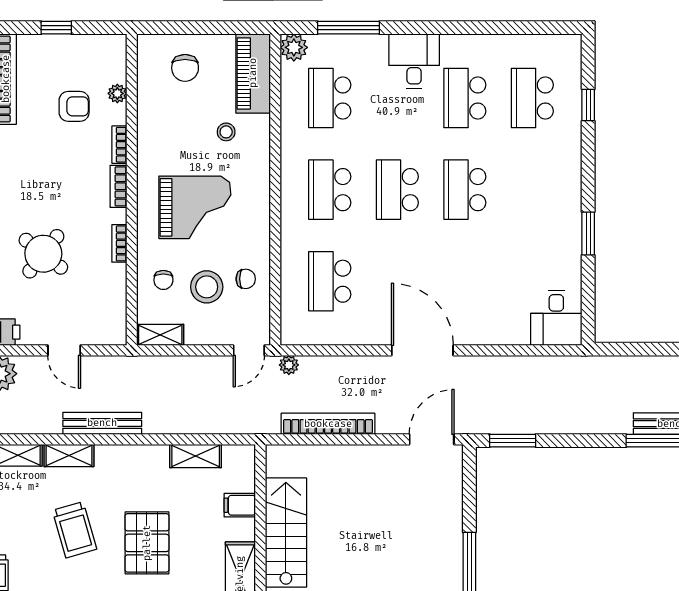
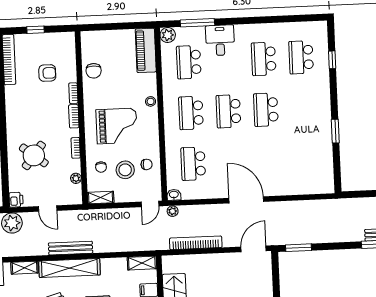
desk: (414, 61) -> (220, 40), moved
chair: (185, 68) -> (94, 71), moved
plant: (117, 93) -> (76, 178), moved
stool: (226, 132) -> (151, 101), moved
desk: (556, 318) -> (320, 179), removed
washbasin: (292, 336) -> (174, 195), added
shelving: (69, 456) -> (69, 268), width x2.20, depth x1.33
shelving: (196, 456) -> (142, 263), moved

